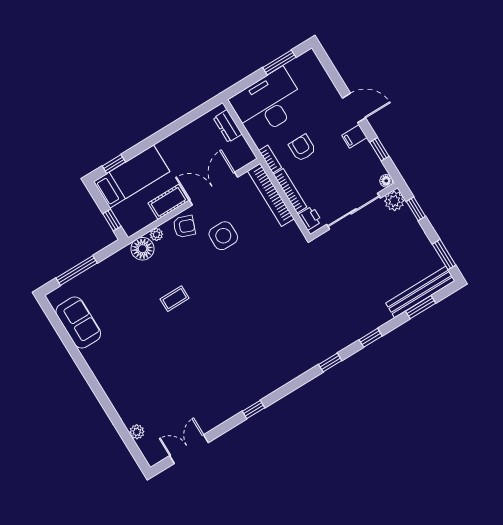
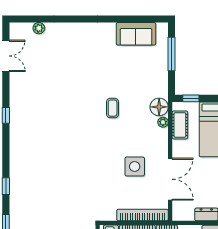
cot: (168, 202) -> (180, 125), moved
armchair: (184, 227) -> (157, 144), removed

